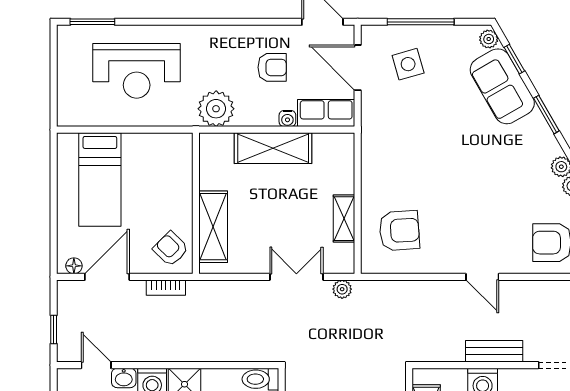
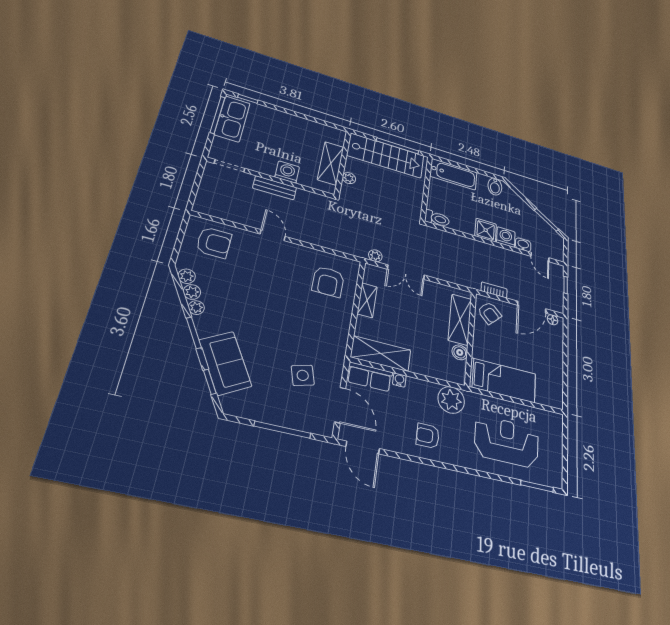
plant: (489, 39) -> (196, 308), moved
side table: (408, 64) -> (303, 375), moved
armchair: (272, 67) -> (428, 436), moved
shelving: (273, 148) -> (381, 354), moved
boiler: (210, 178) -> (460, 352), added
bed: (100, 180) -> (503, 380), moved, turned 90
armchair: (399, 231) -> (328, 282), turned -86

